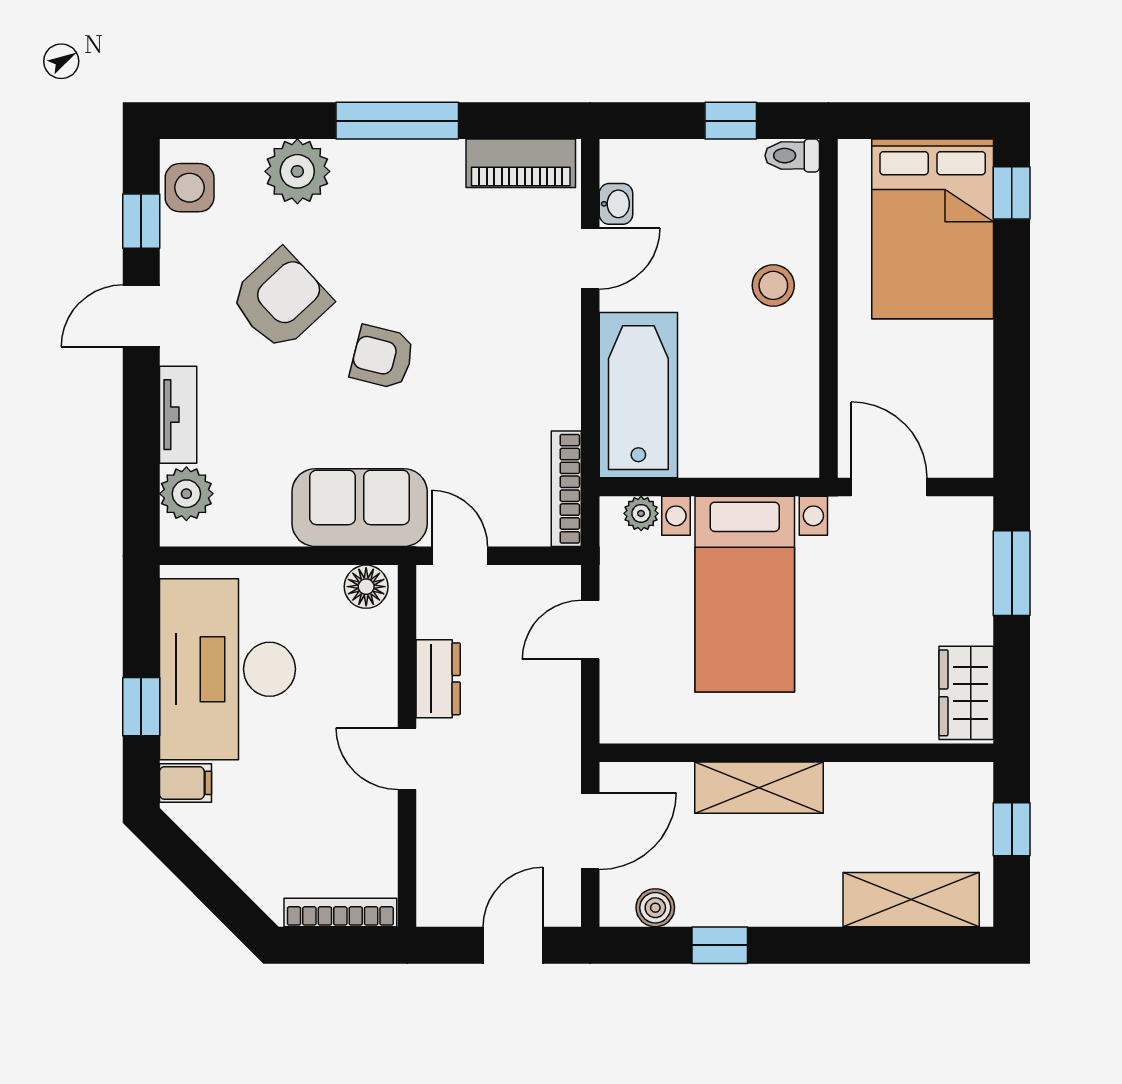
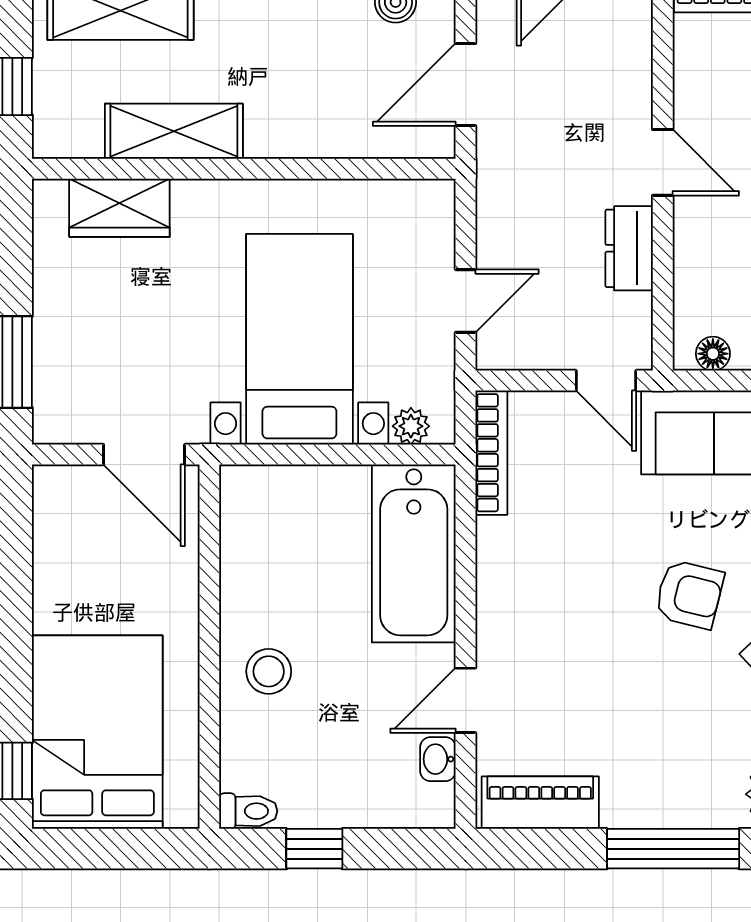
floor lamp: (366, 587) -> (713, 354), width x0.73, depth x0.73
wardrobe: (966, 693) -> (119, 208), moved, turned 90
shelving: (759, 788) -> (174, 131), moved

